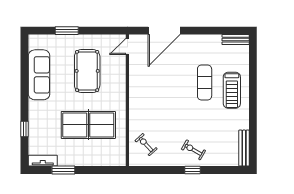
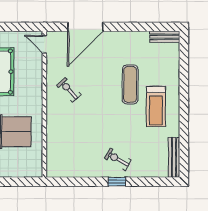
door: (127, 46) -> (44, 44), hinge flipped
treadmill: (232, 90) -> (156, 106), moved
exercise bike: (146, 145) -> (69, 90), moved

